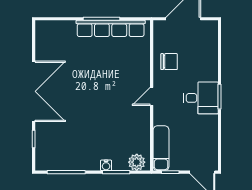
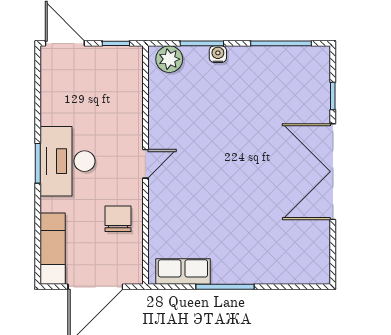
row of seats: (111, 28) -> (183, 271), width x0.50
chair: (169, 62) -> (118, 219), turned 90
desk: (201, 98) -> (68, 161), width x1.37
exam couch: (161, 148) -> (53, 249), moved, turned 180

